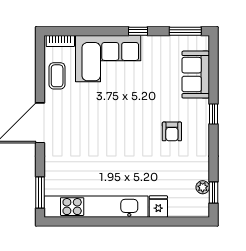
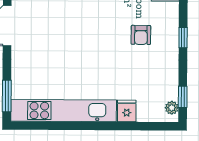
window: (213, 114) -> (183, 38), moved
plant: (203, 187) -> (172, 108), moved

